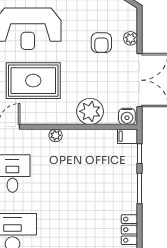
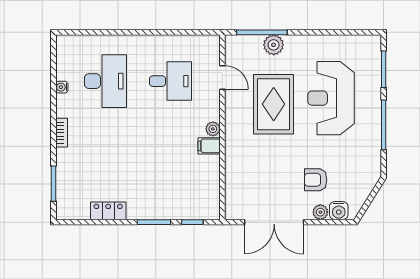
plant: (90, 111) -> (239, 167), removed
water cooler: (127, 116) -> (339, 211), moved, turned -90
filing cabinet: (128, 136) -> (209, 146), moved, turned -90

